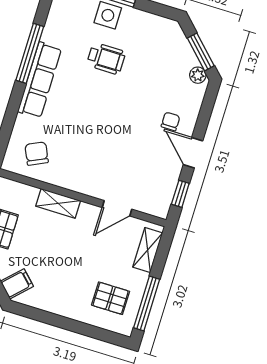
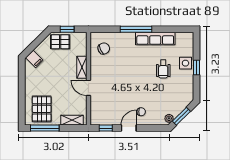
window: (30, 53) -> (136, 29), moved
row of seats: (40, 80) -> (155, 39), moved
door: (117, 208) -> (88, 88), moved
pallet: (111, 298) -> (42, 109), width x1.50, depth x1.42

